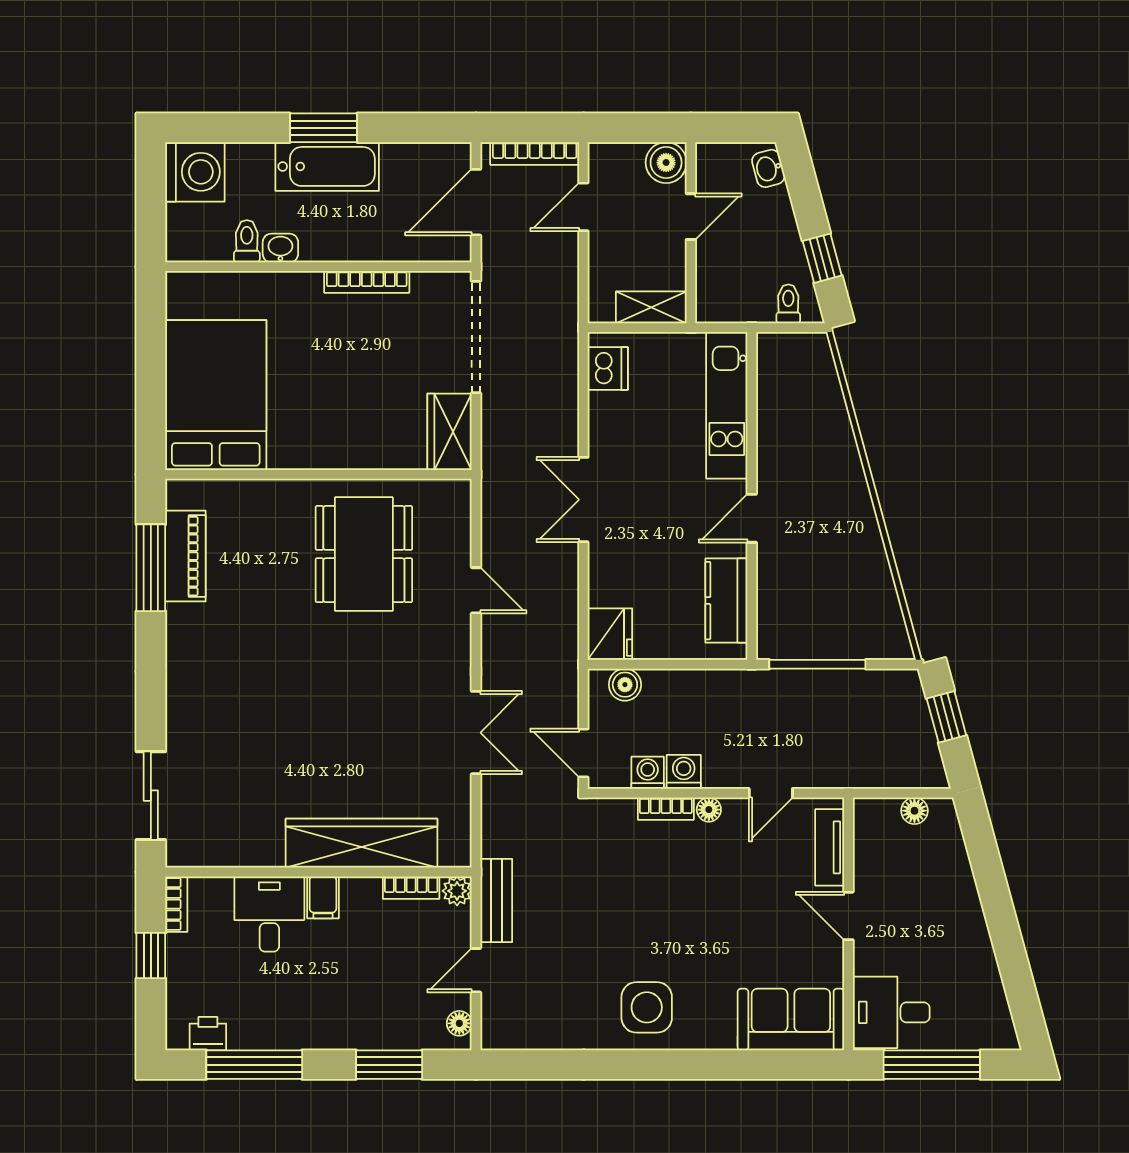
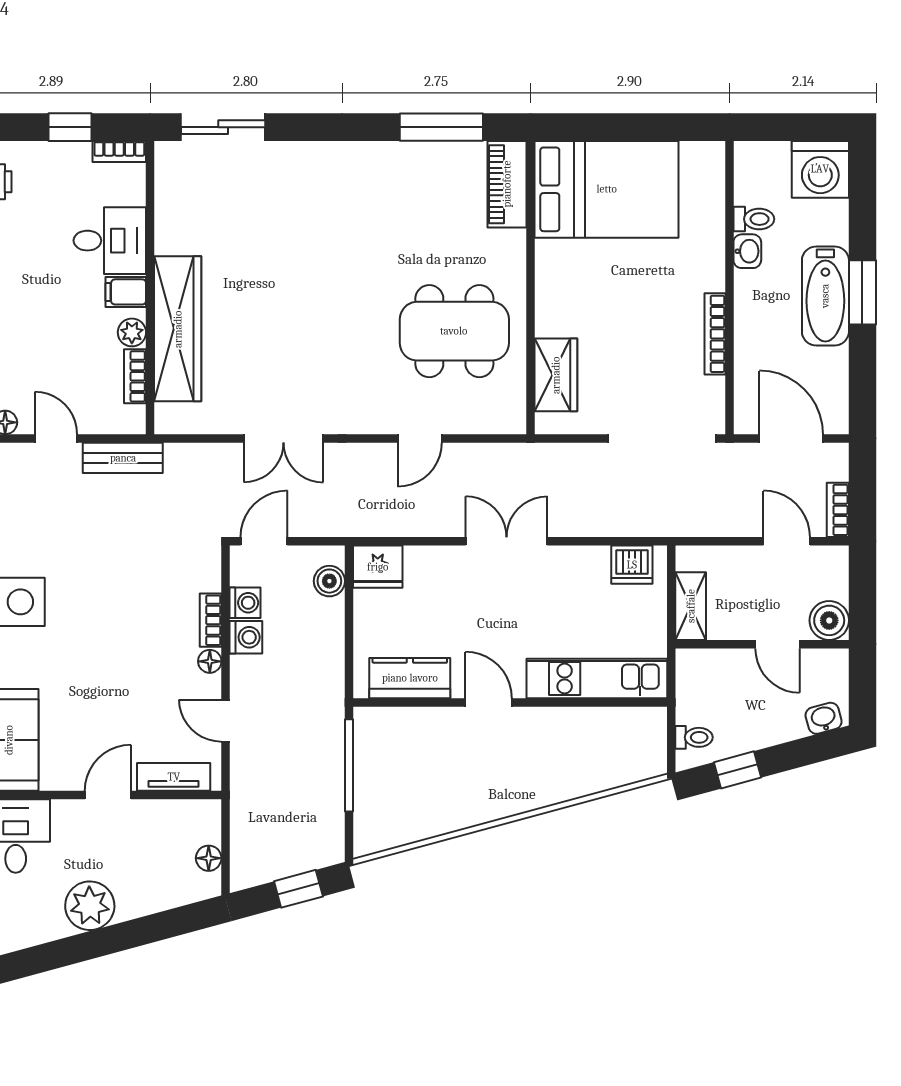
bookcase: (535, 153) -> (838, 510), width x0.64
wardrobe: (450, 432) -> (556, 375), moved, turned 90
piano: (185, 556) -> (507, 184), moved, turned 90
plant: (457, 891) -> (132, 332), moved
plant: (964, 935) -> (90, 906), added

